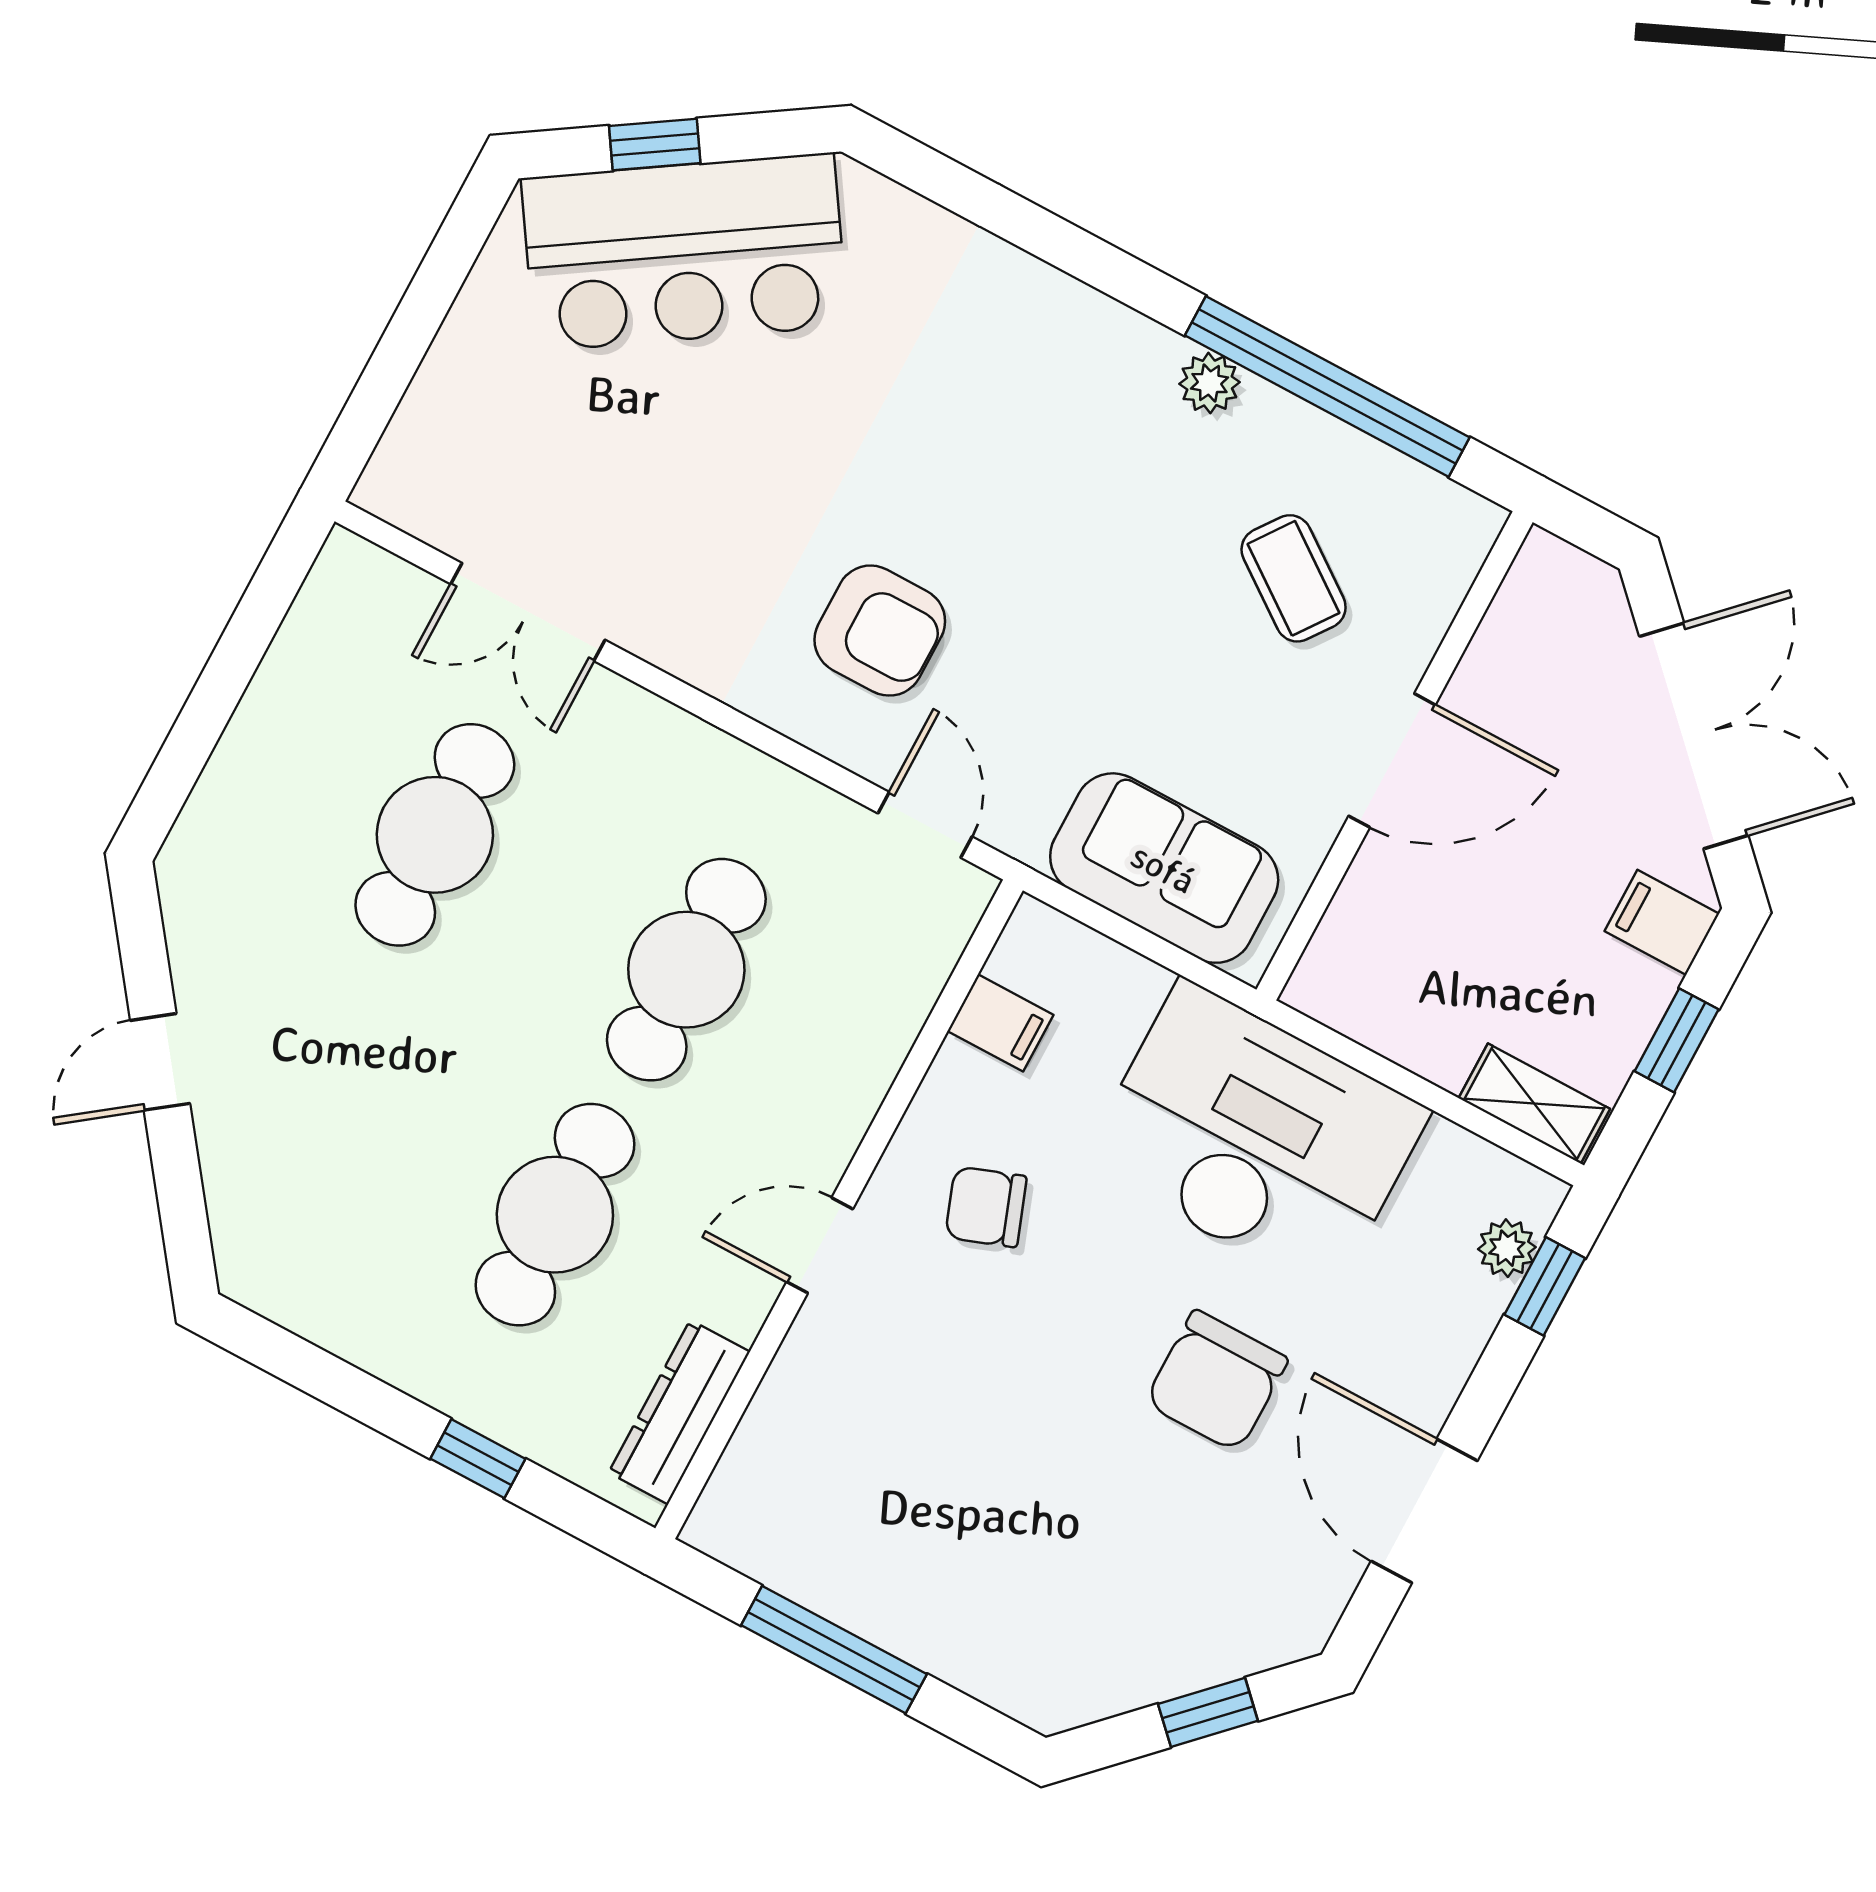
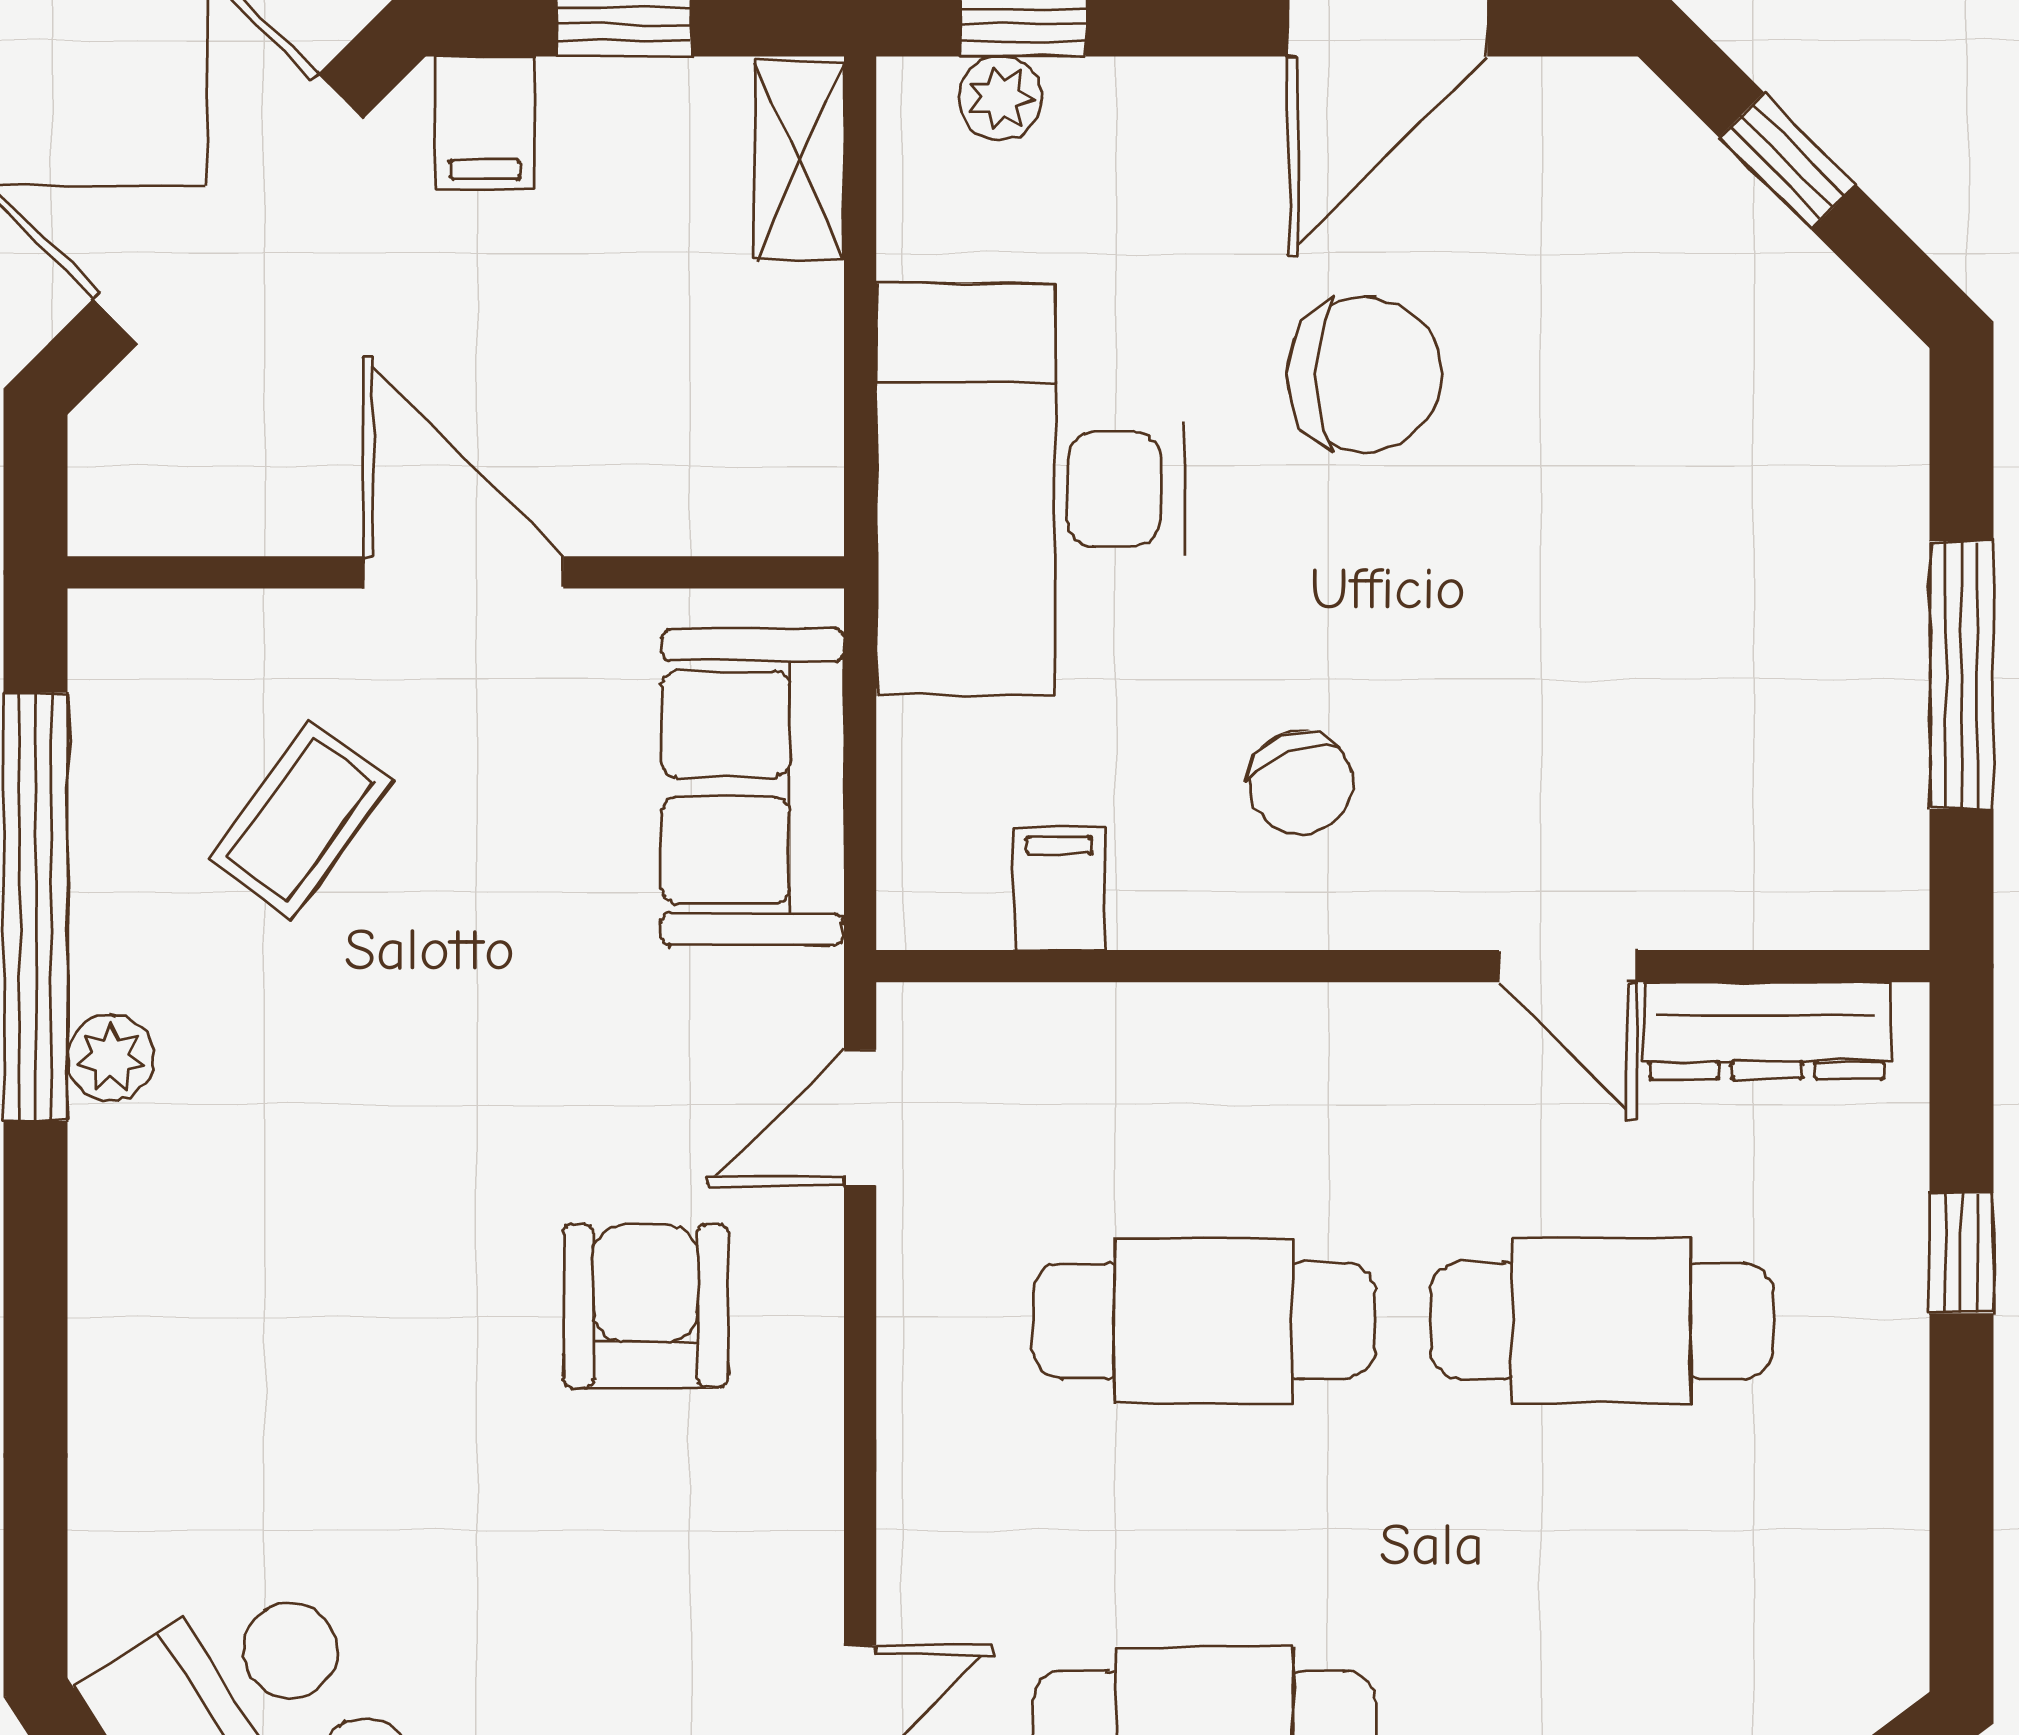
door: (820, 1245) -> (1568, 966), moved

